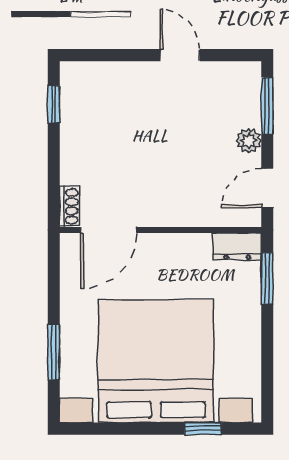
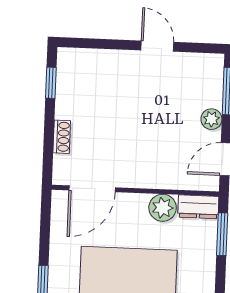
shoe rack: (69, 206) -> (62, 137), moved
plant: (194, 249) -> (163, 208), added

